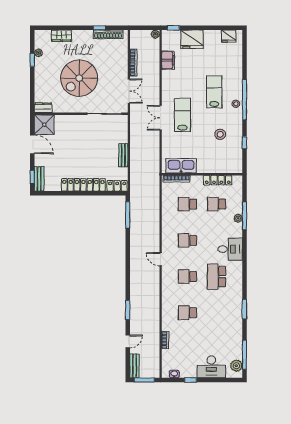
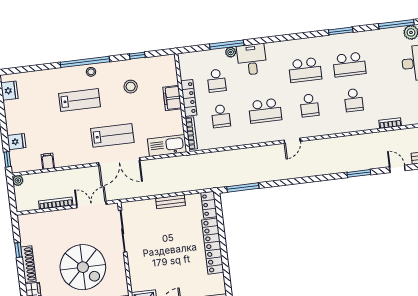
shoe rack: (108, 34) -> (28, 264), moved
fridge: (192, 39) -> (17, 142), width x0.53, depth x0.75
filing cabinet: (168, 60) -> (48, 161), width x0.50
lab bench: (214, 92) -> (80, 100), turned 180
lab bench: (182, 115) -> (112, 135), turned 180
double door: (161, 118) -> (119, 162), width x1.37
kitchen sink: (181, 166) -> (167, 146), moved, turned 90
filing cabinet: (207, 167) -> (172, 98), added
locker: (218, 180) -> (189, 98), moved
school desk: (187, 240) -> (265, 111), width x1.85
desk: (230, 249) -> (252, 59), moved
school desk: (217, 313) -> (349, 65), added

